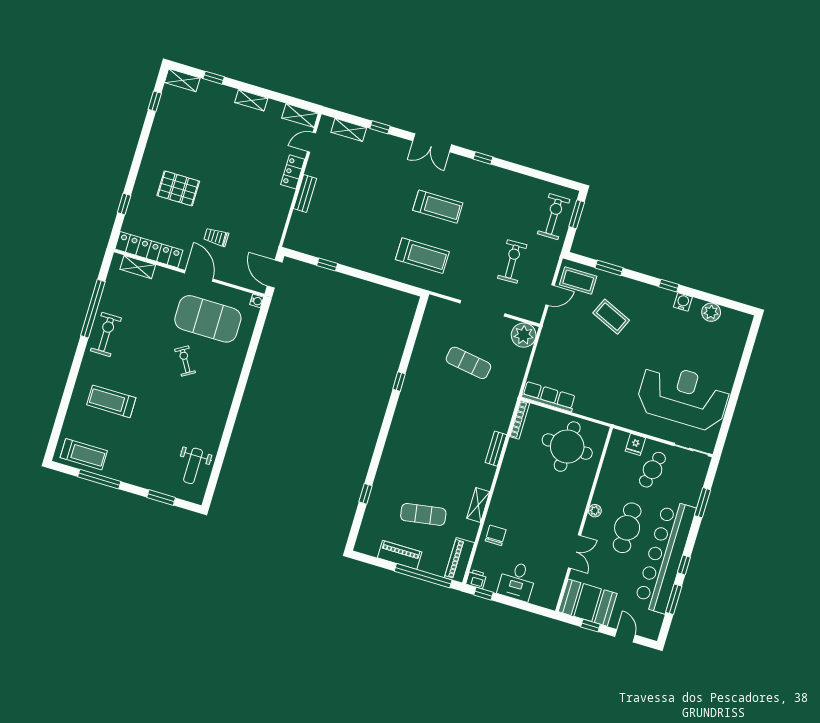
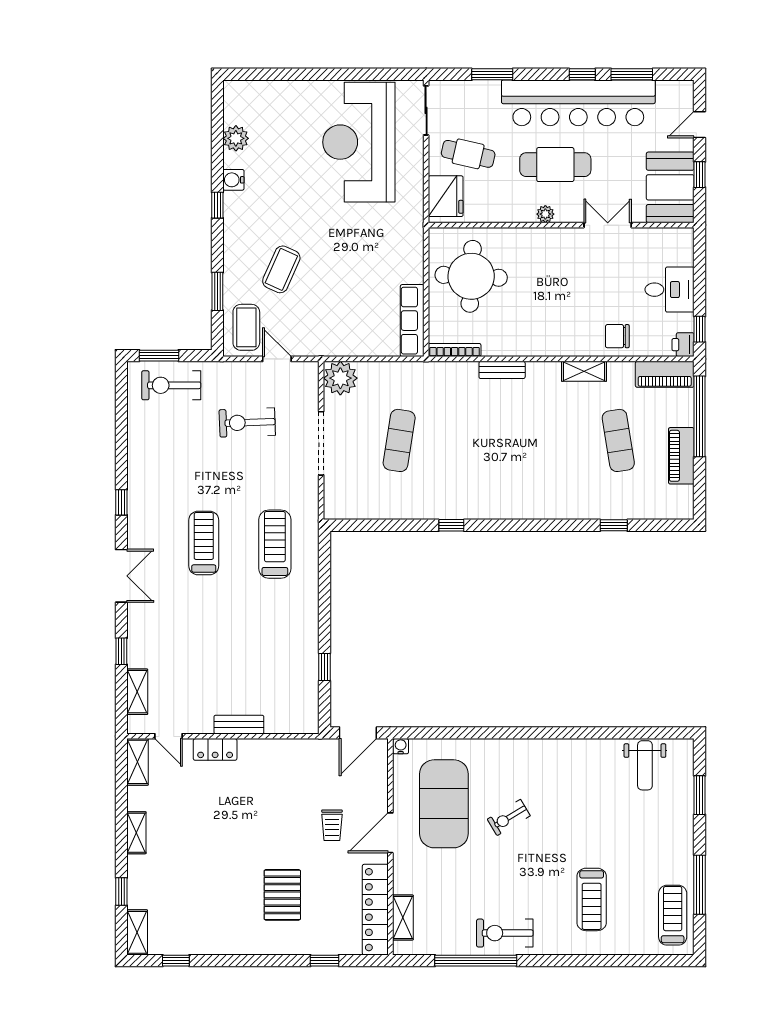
fridge: (635, 444) -> (446, 196), width x1.88, depth x1.34
weight bench: (193, 466) -> (645, 765), turned 90

